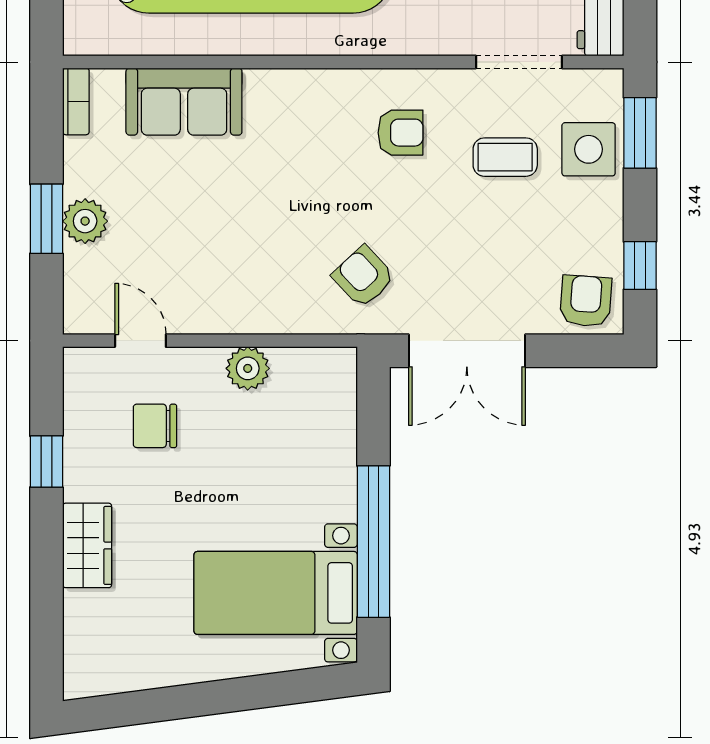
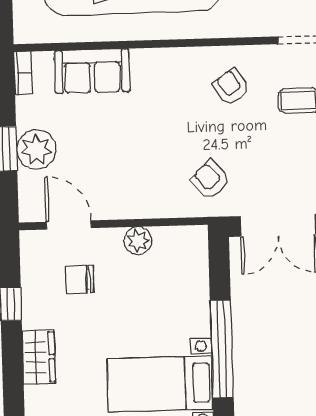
armchair: (400, 133) -> (231, 87), turned -124
plant: (85, 221) -> (36, 149), width x1.36, depth x1.36
door: (140, 341) -> (69, 225), width x1.38

